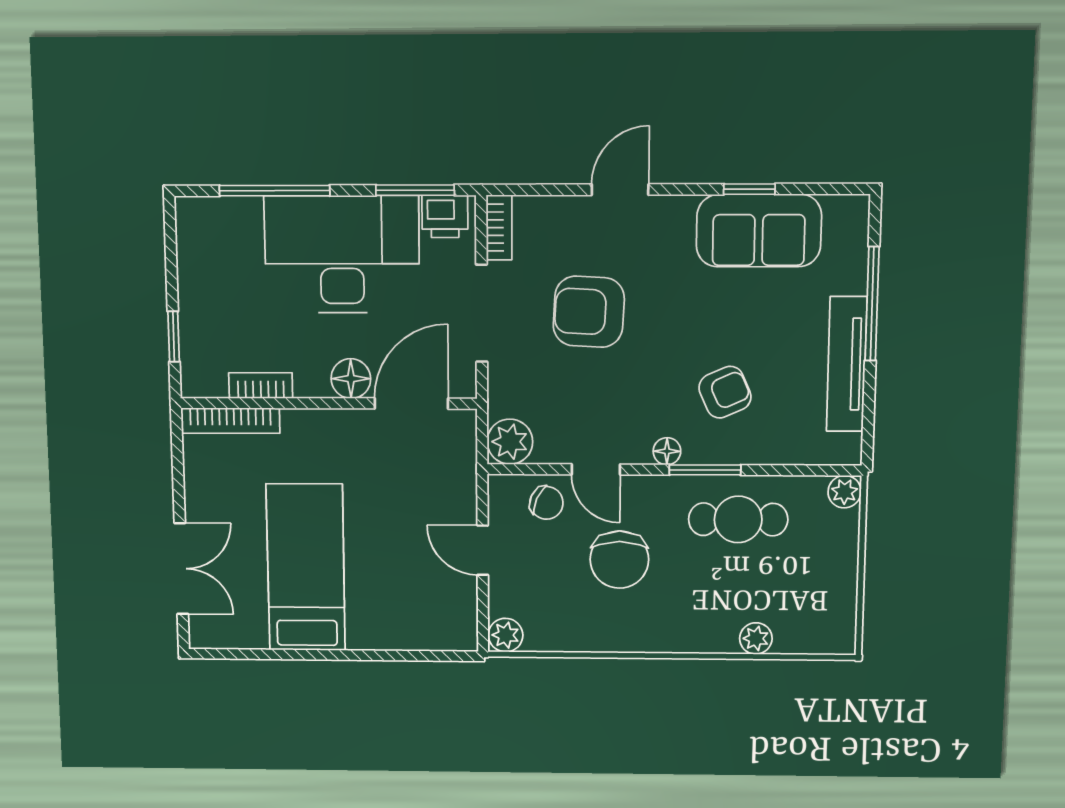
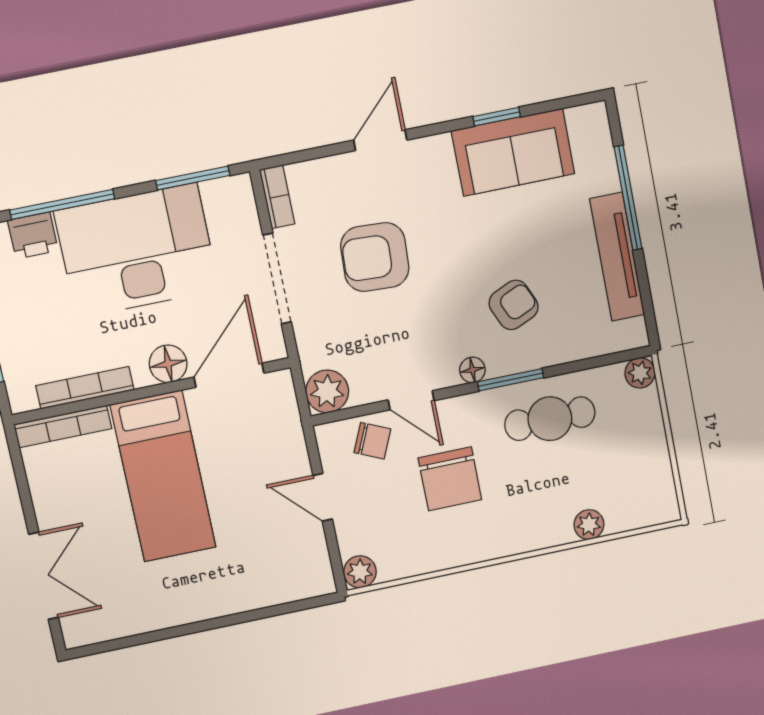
printer: (445, 216) -> (33, 235), moved
bookcase: (261, 385) -> (85, 388), width x1.56
bed: (306, 568) -> (163, 476), moved, turned 180

